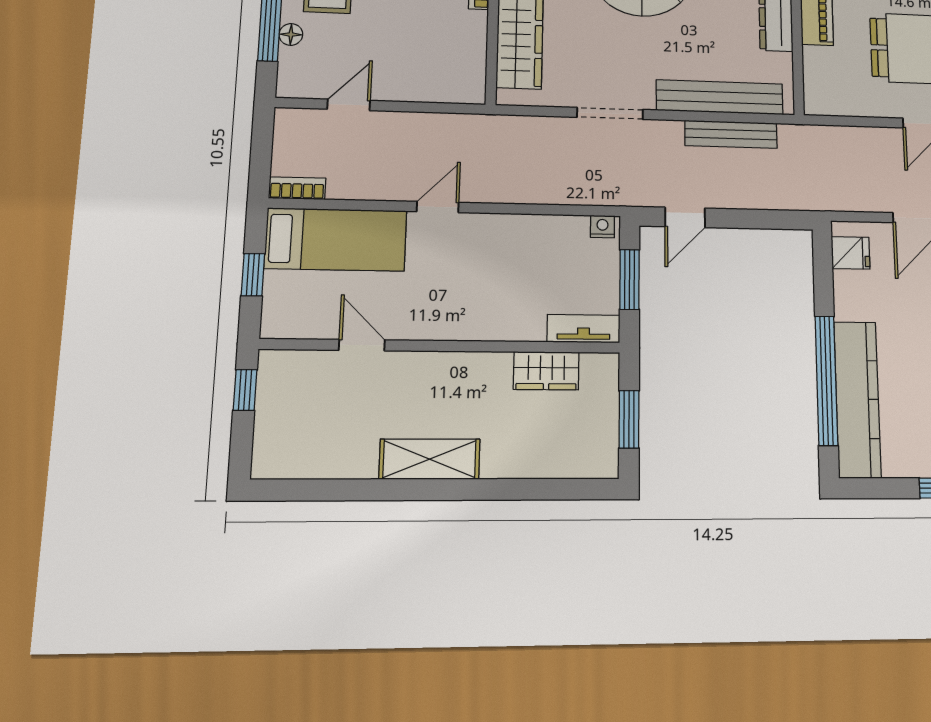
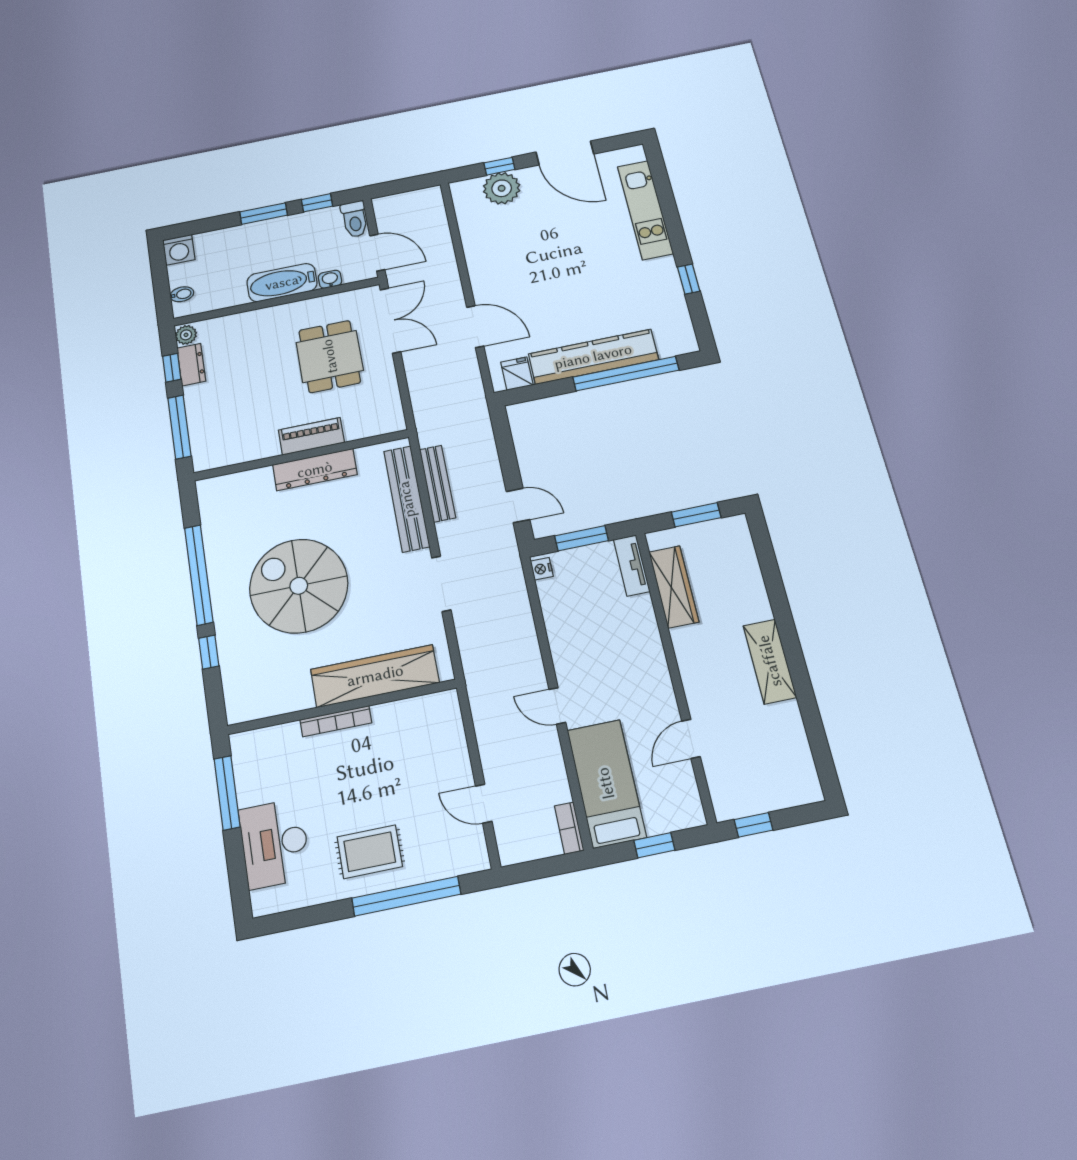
floor lamp: (291, 34) -> (430, 871), removed
wardrobe: (546, 371) -> (674, 587), width x1.50
kitchen counter: (857, 399) -> (593, 357), moved

